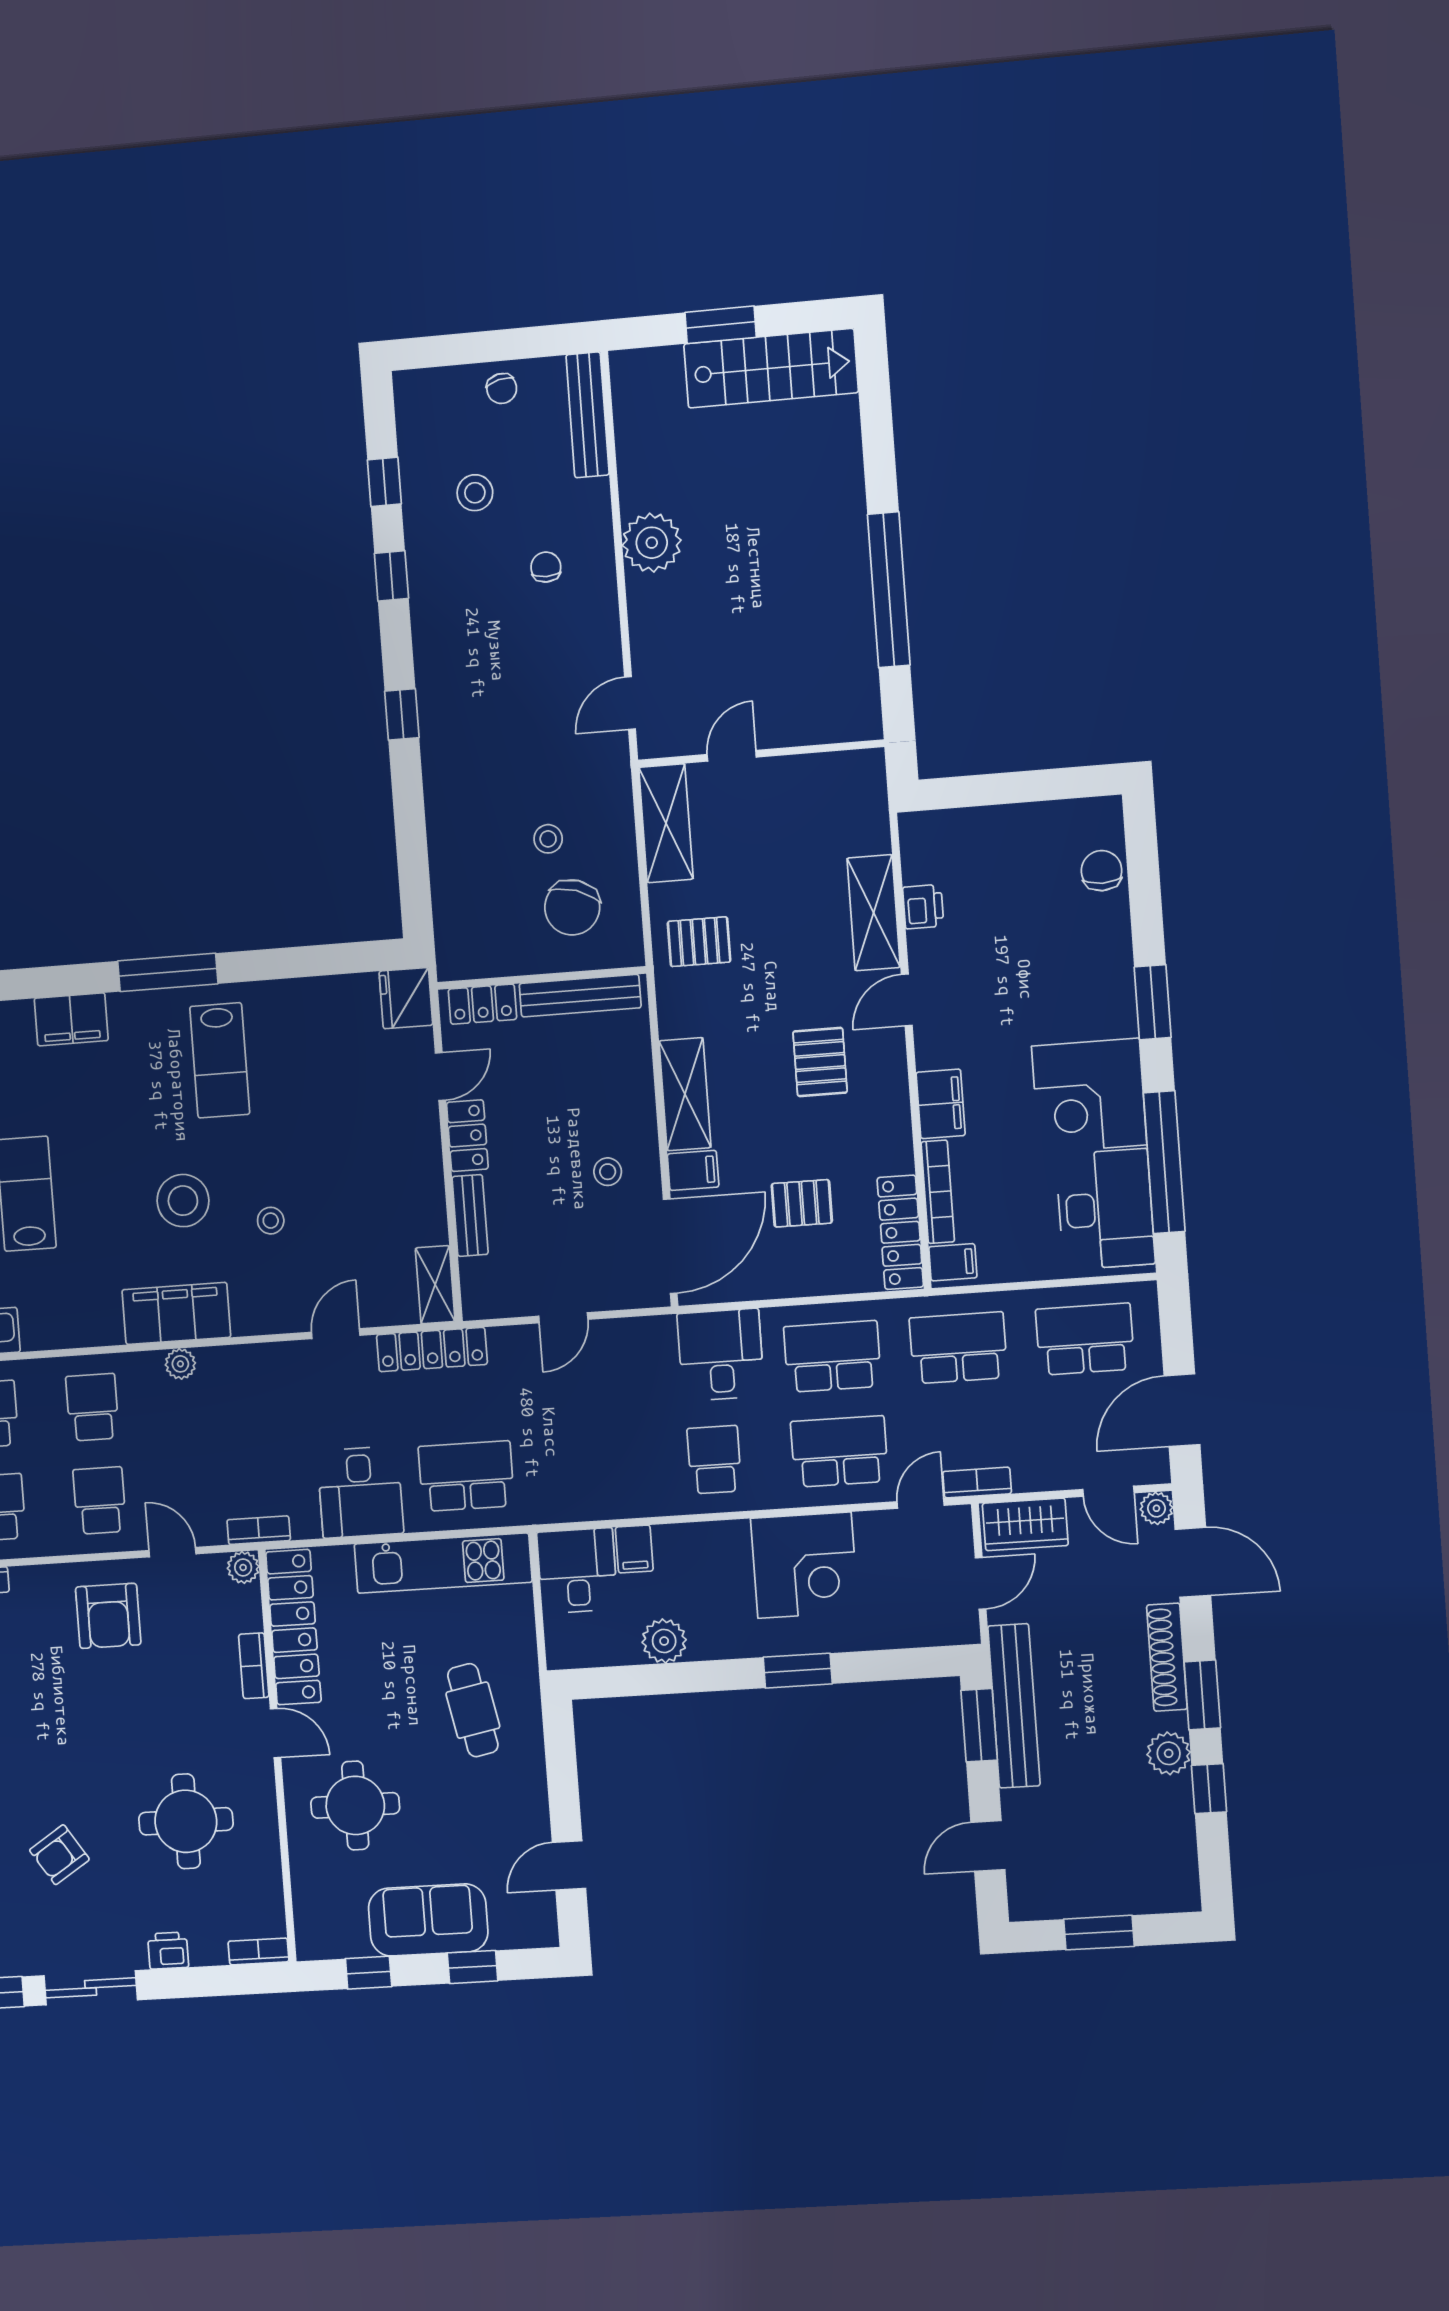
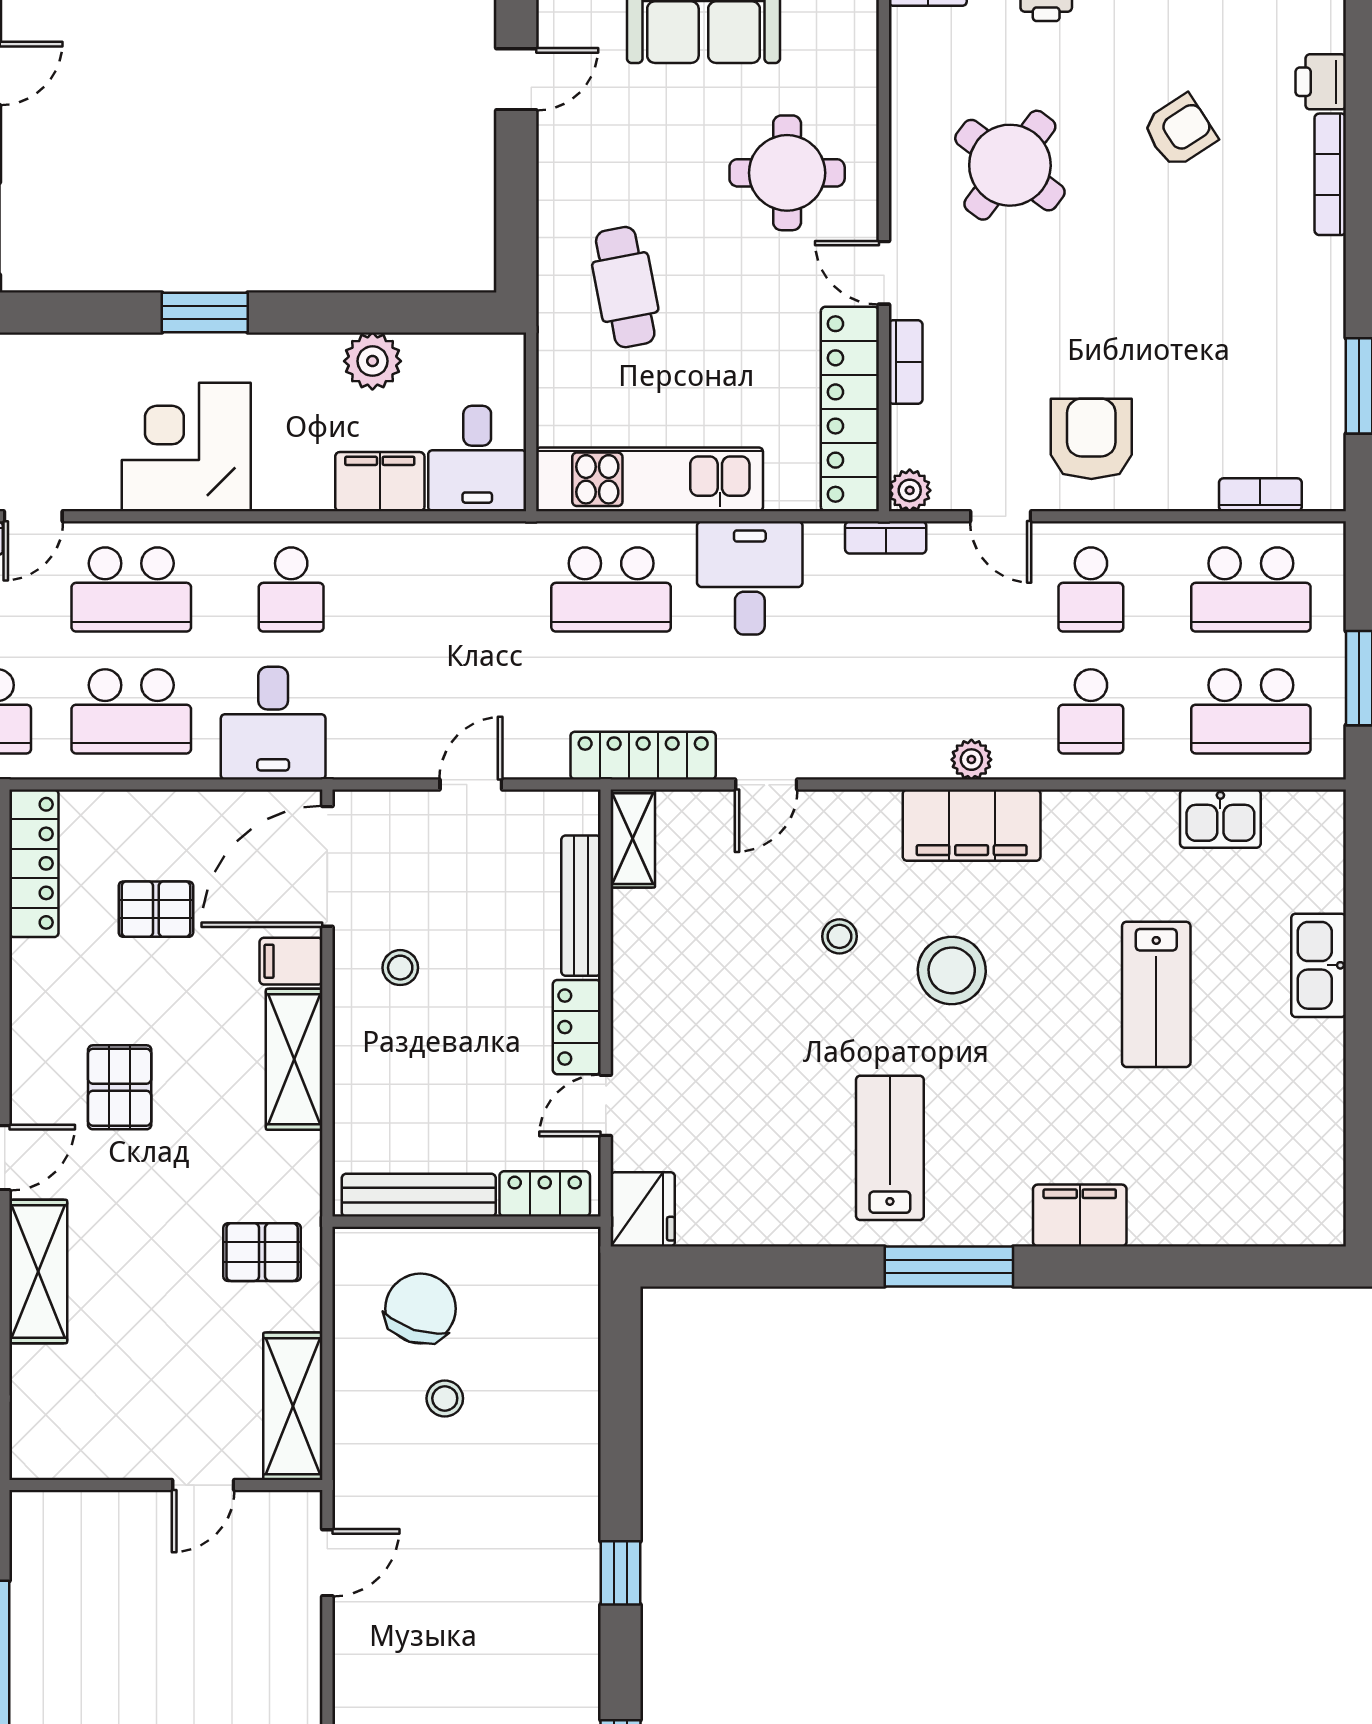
bench: (470, 1215) -> (581, 906), width x1.36
filing cabinet: (634, 1549) -> (380, 482), width x2.00
round table: (186, 1821) -> (1010, 165), turned 37

